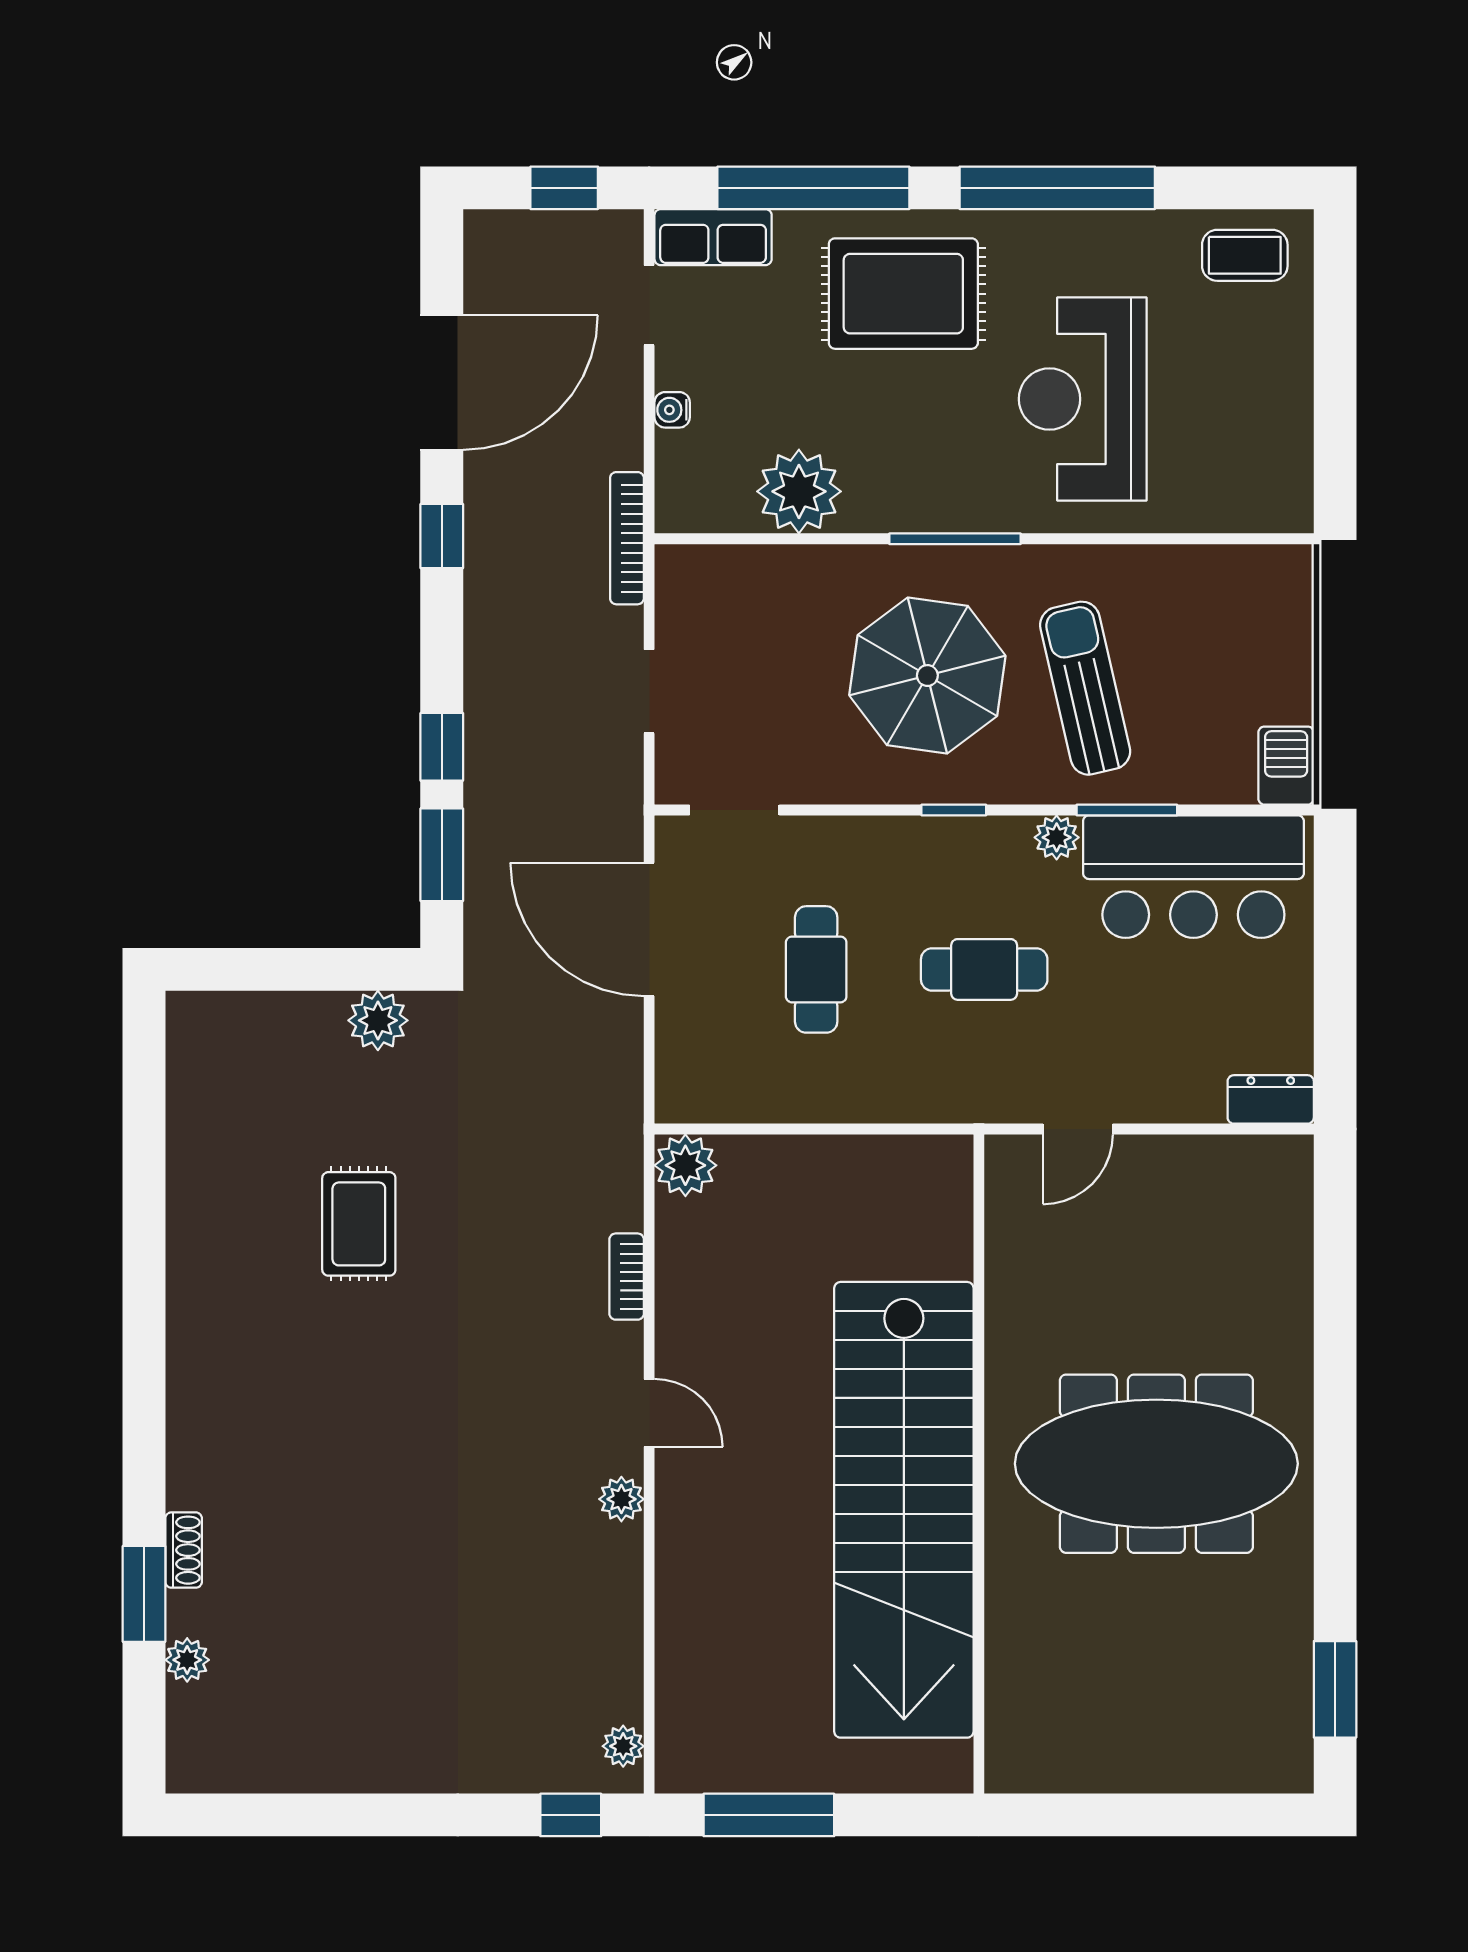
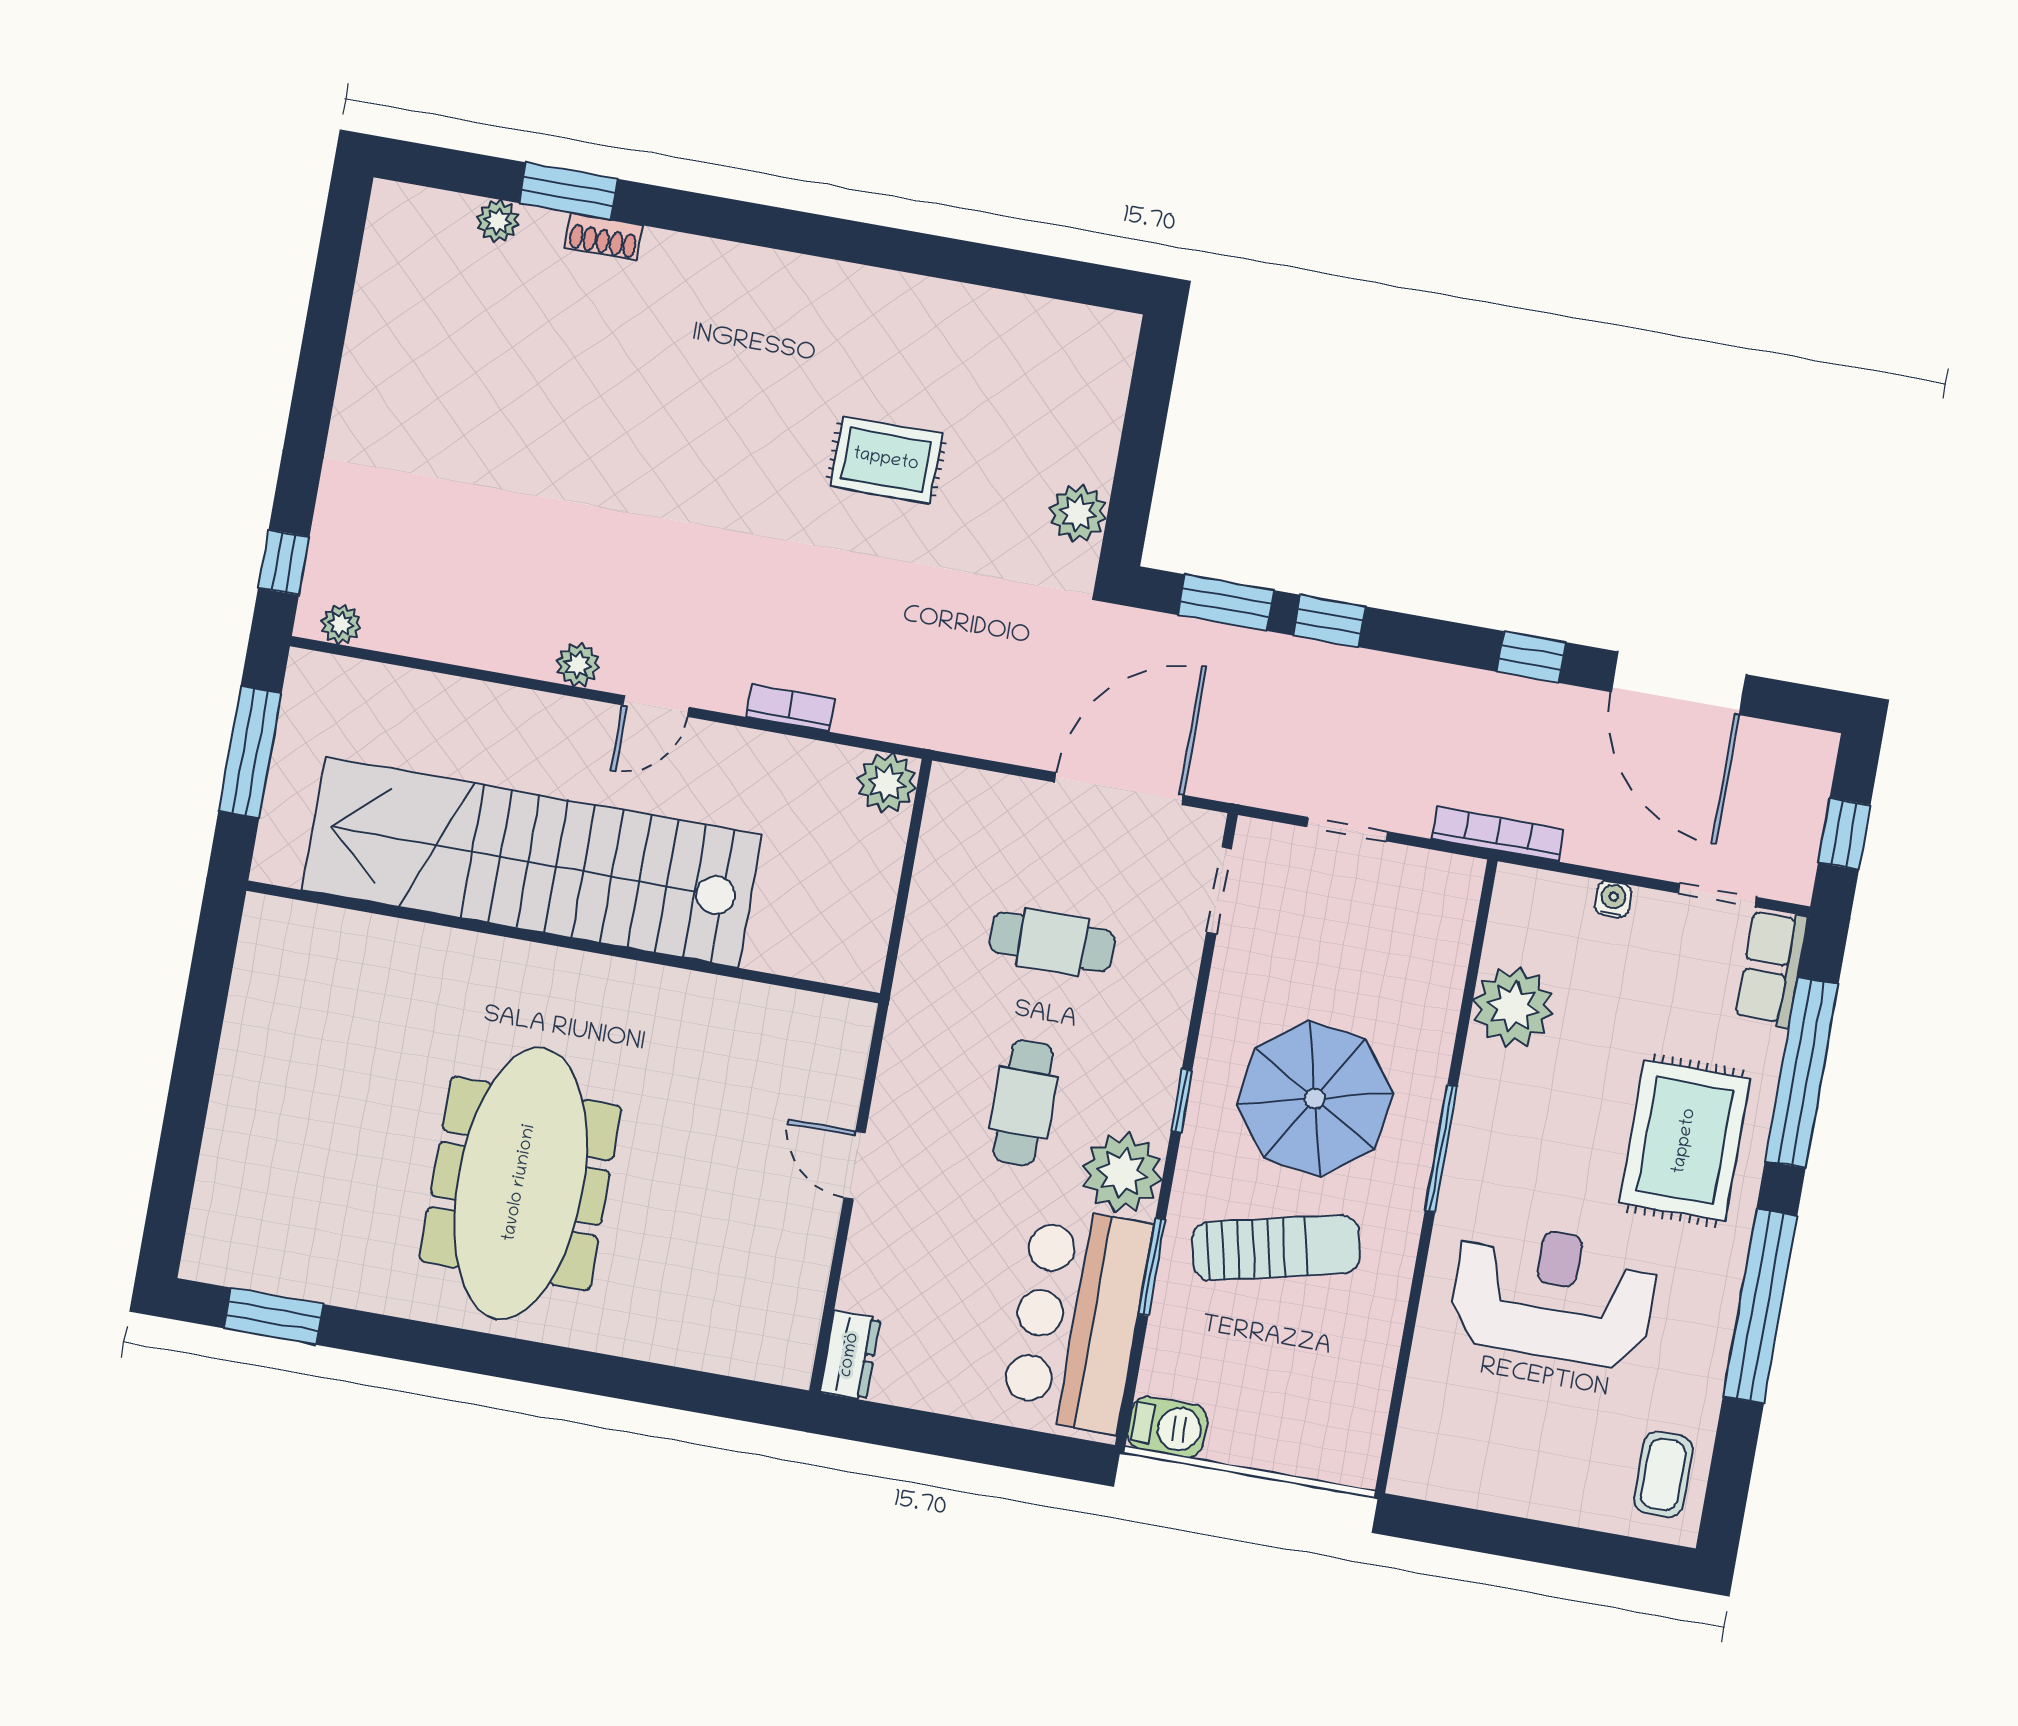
plant: (1057, 837) -> (1122, 1173), width x1.88, depth x1.88
wall: (979, 1464) -> (563, 942), moved
stairs: (904, 1510) -> (532, 862), moved

